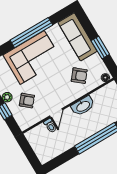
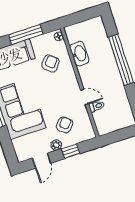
window: (100, 48) -> (26, 34), width x1.44
washbasin: (83, 106) -> (79, 54), moved

